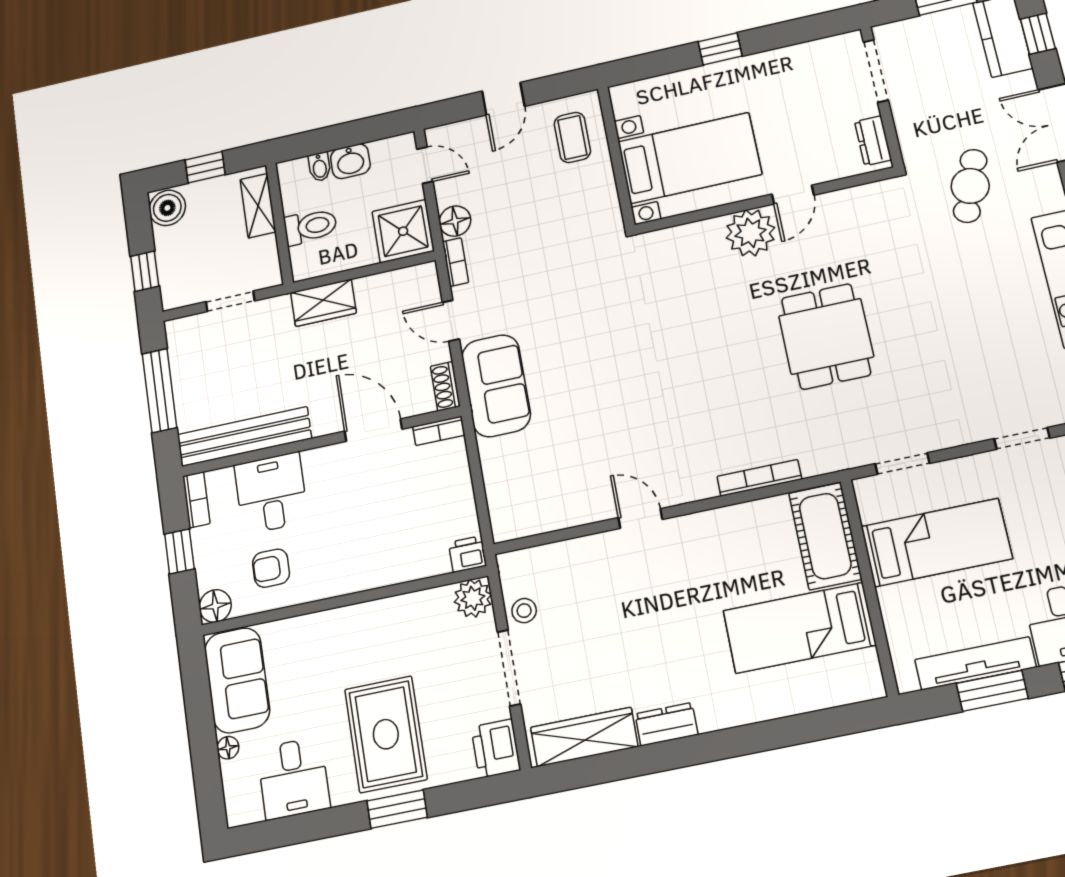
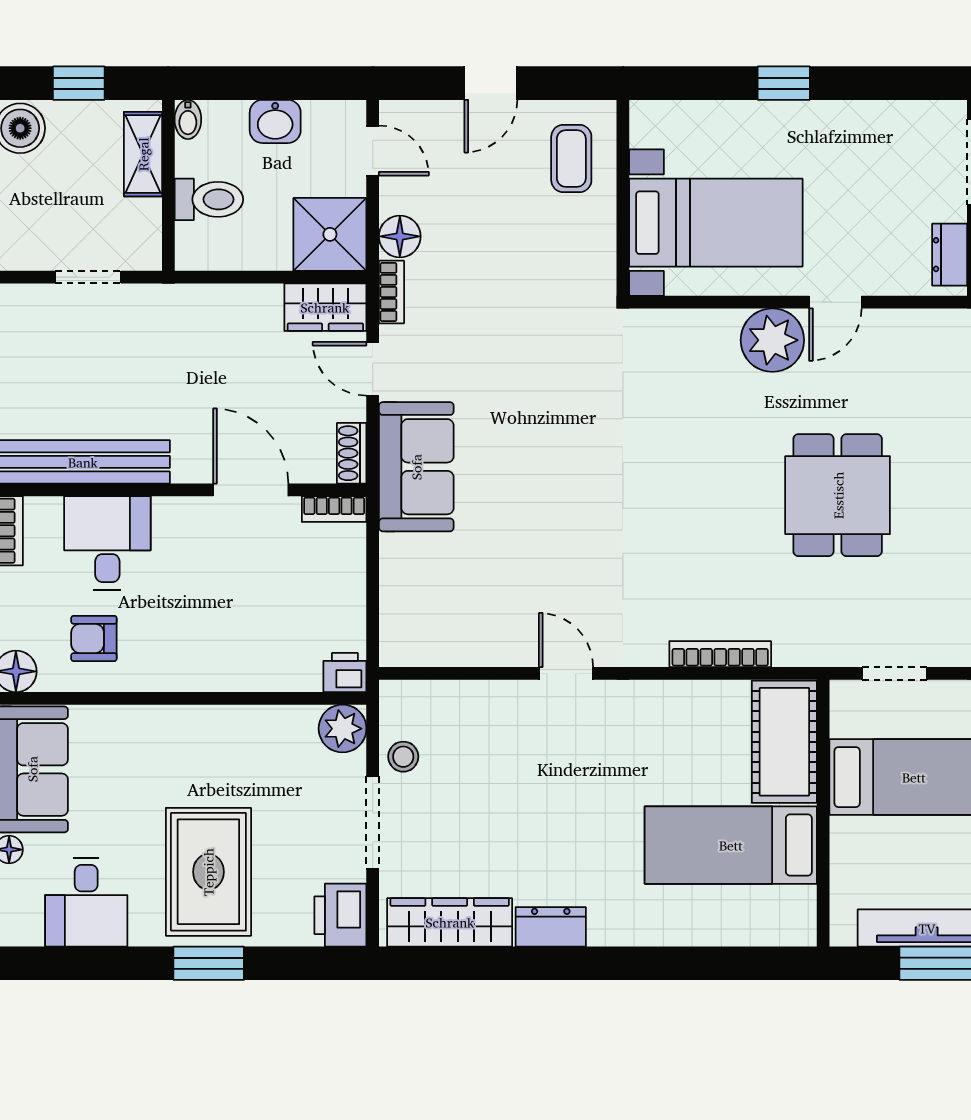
bidet: (320, 167) -> (188, 119), moved
wardrobe: (323, 303) -> (325, 307), moved

